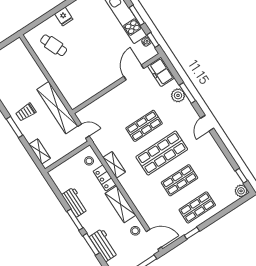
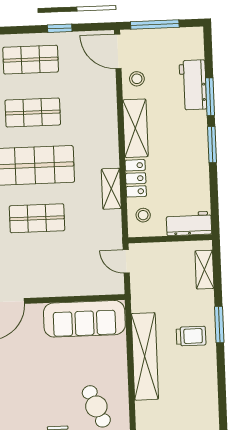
sofa: (88, 88) -> (84, 319), added
shelving: (57, 108) -> (145, 356), moved
workbench: (75, 202) -> (189, 224), moved, turned 90

